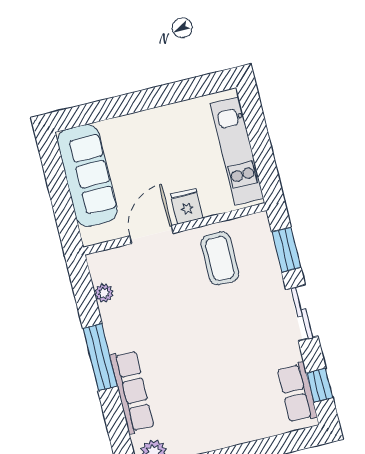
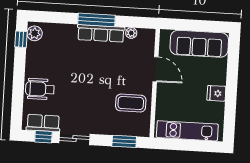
fridge: (187, 206) -> (216, 93), moved, turned 180
sliding door: (302, 313) -> (75, 139), moved
row of seats: (132, 392) -> (101, 33), moved
wheelchair: (243, 415) -> (40, 89), added

